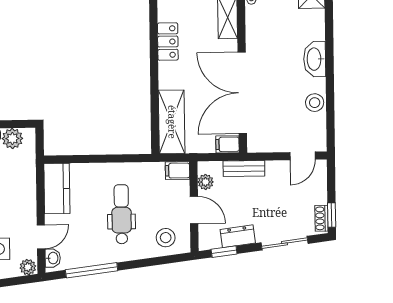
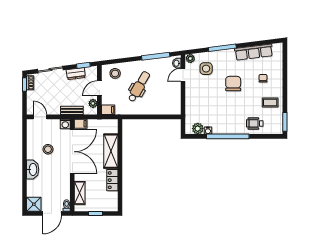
stool: (315, 103) -> (48, 149), moved
shelving: (172, 122) -> (111, 151), moved
washing machine: (256, 144) -> (65, 124), added
door: (303, 156) -> (40, 117), hinge flipped
kitchen counter: (57, 189) -> (174, 101), removed
door: (194, 210) -> (99, 88), hinge flipped
dental chair: (121, 214) -> (139, 87), turned -150

